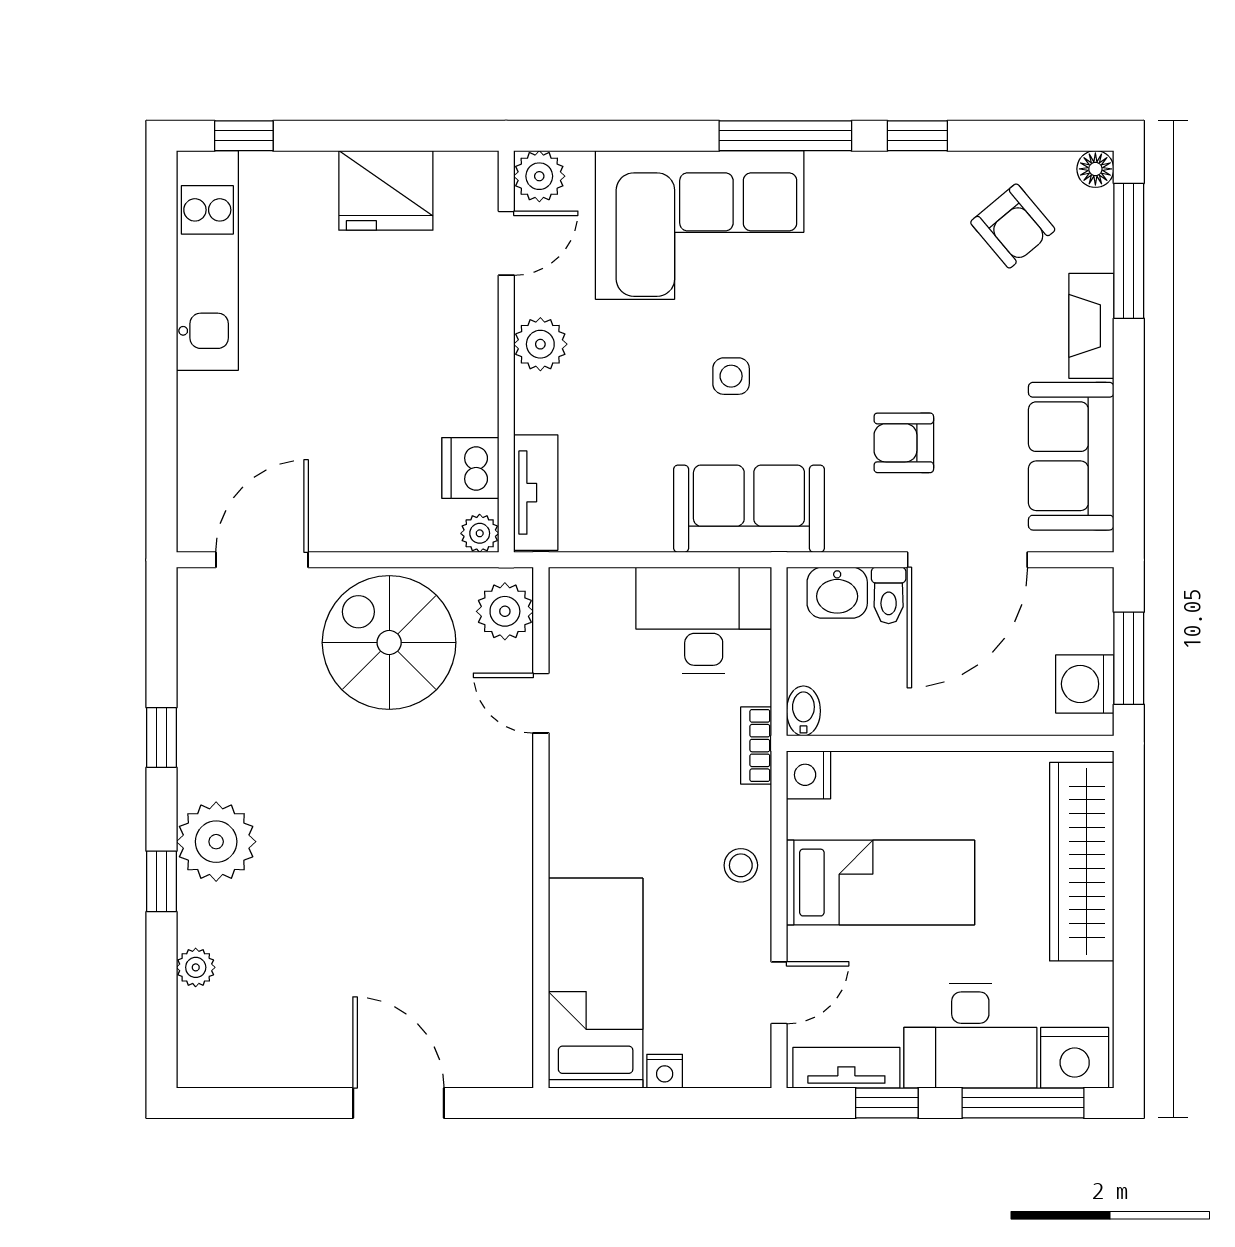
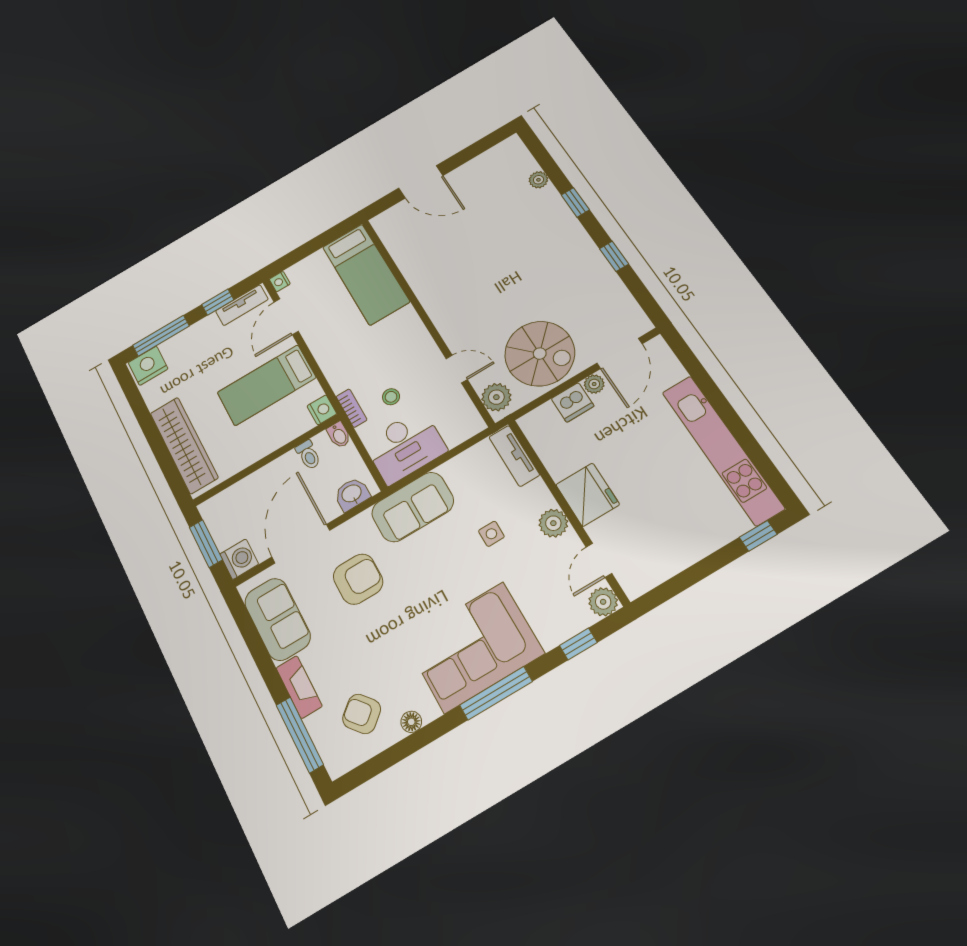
window: (917, 136) -> (578, 644), moved
floor lamp: (1095, 169) -> (411, 722), moved
fridge: (386, 190) -> (588, 495), moved, turned 90
corner sofa: (700, 225) -> (474, 647), moved
kitchen unit: (207, 260) -> (722, 450), width x1.36
side table: (731, 376) -> (491, 534), moved
armchair: (904, 443) -> (358, 579), width x1.38, depth x1.38
dishwasher: (470, 468) -> (573, 402), moved, turned 90
plant: (480, 533) -> (594, 384), moved
toilet: (889, 595) -> (308, 455), moved, turned 180
washing machine: (1085, 684) -> (239, 559), moved
plant: (216, 842) -> (562, 231), removed
stool: (741, 865) -> (391, 397), moved
door: (779, 993) -> (286, 317), width x1.38
desk: (970, 1036) -> (196, 348), removed
nightstand: (665, 1071) -> (280, 282), moved, turned -90

